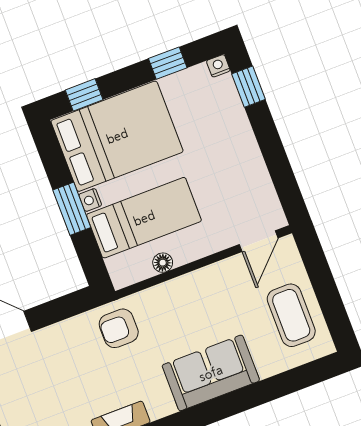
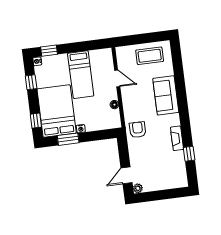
window: (72, 209) -> (68, 139), moved
bed: (144, 218) -> (81, 75), moved, turned 180
door: (259, 241) -> (117, 78), moved
armchair: (119, 328) -> (138, 130), turned 180

